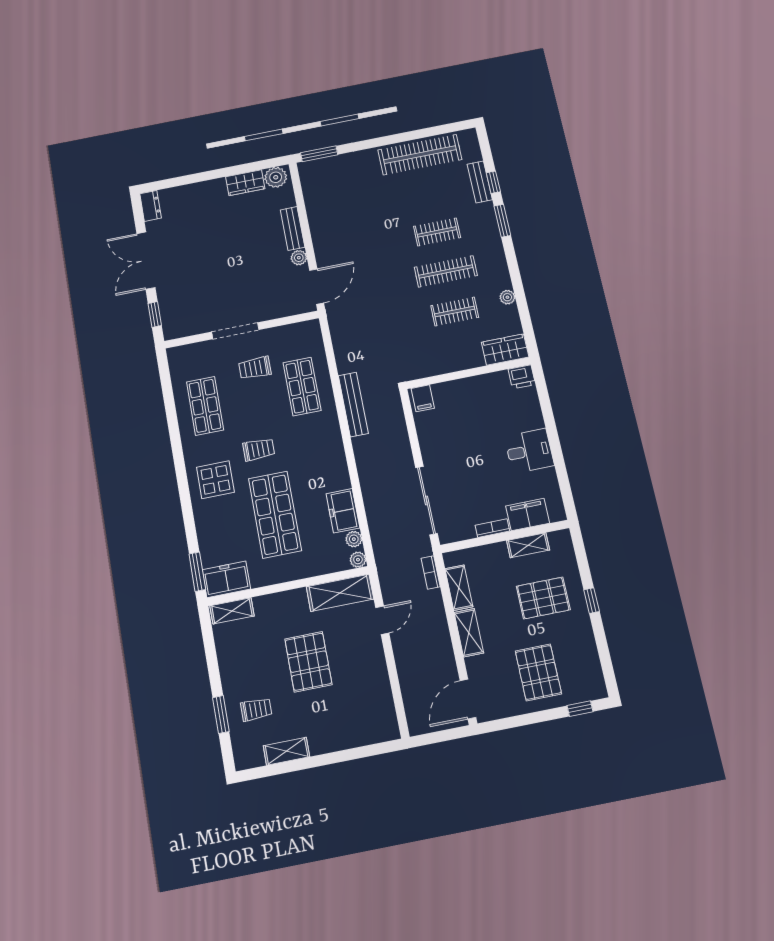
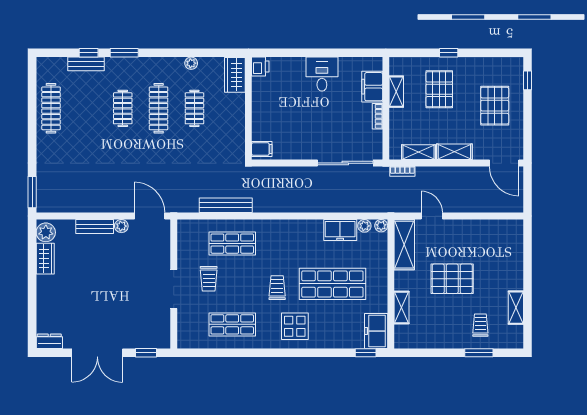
clothes rail: (420, 155) -> (51, 108), width x0.73, depth x0.76
bench: (353, 404) -> (226, 205), moved
window: (197, 572) -> (366, 353), width x0.67
shelving: (232, 611) -> (402, 307), moved
pallet: (538, 672) -> (495, 106), turned 90

